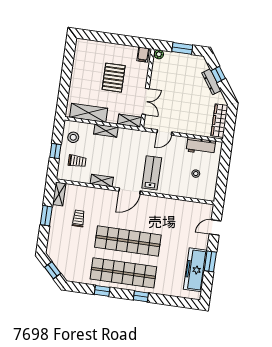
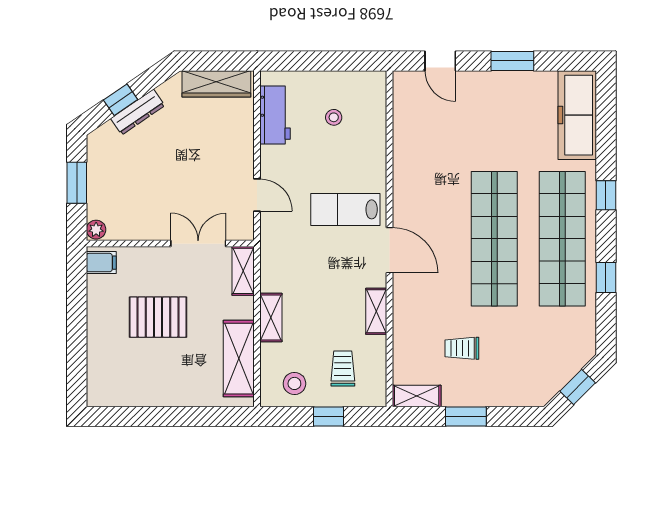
freezer: (195, 270) -> (577, 115), moved, turned 90

